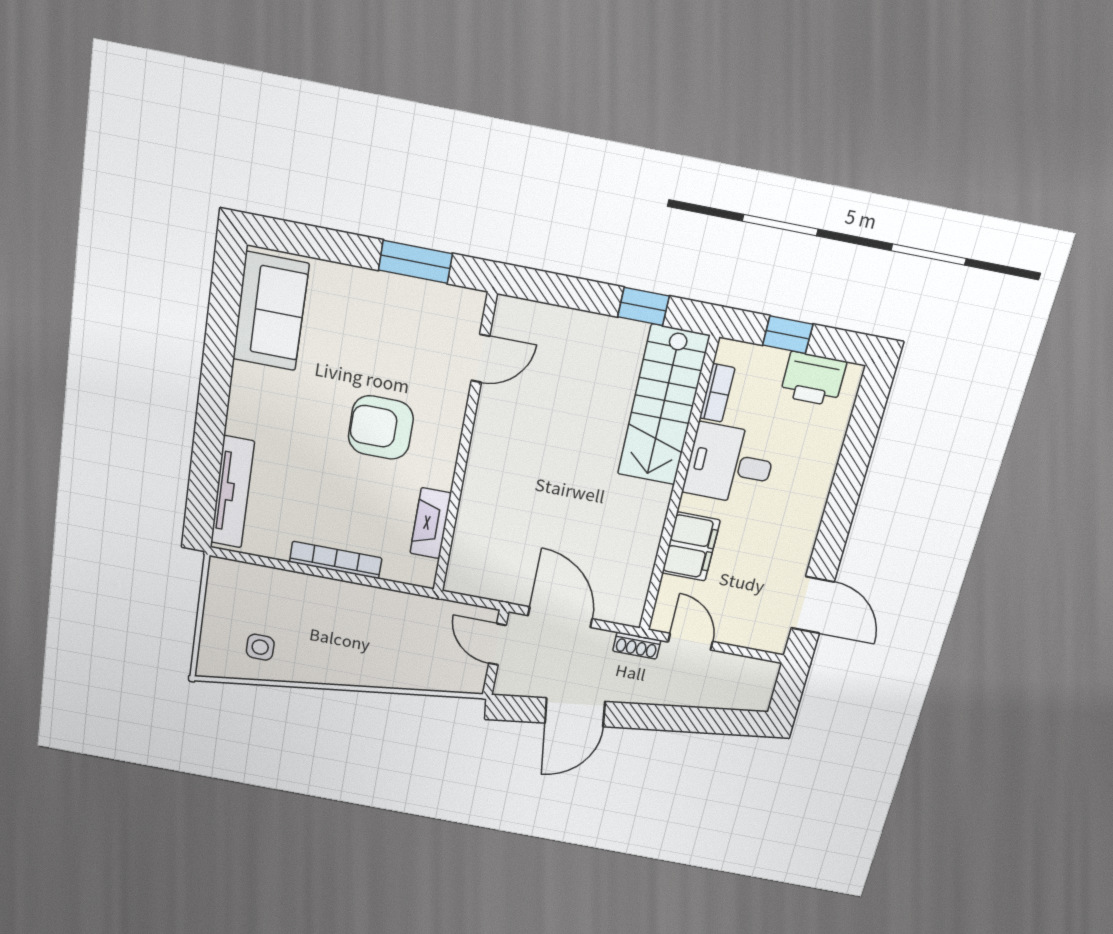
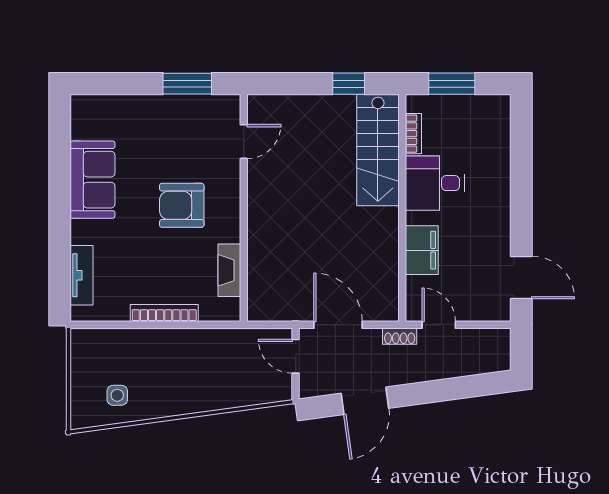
sofa: (271, 311) -> (92, 180), moved
window: (788, 335) -> (452, 84), width x1.50
printer: (813, 379) -> (477, 111), removed
tv unit: (232, 492) -> (81, 275), width x0.71

